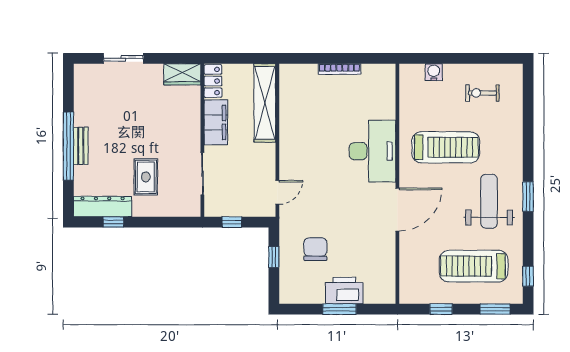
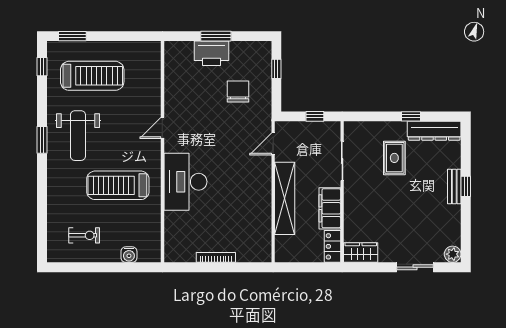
plant: (83, 73) -> (453, 254), added
shelving: (265, 103) -> (285, 198), moved
window: (68, 146) -> (466, 186), width x0.32
door: (397, 210) -> (162, 128), width x0.53
window: (113, 222) -> (411, 116), moved
chair: (315, 249) -> (238, 91), turned 180
window: (274, 257) -> (276, 69), moved
window: (441, 309) -> (122, 36), removed

